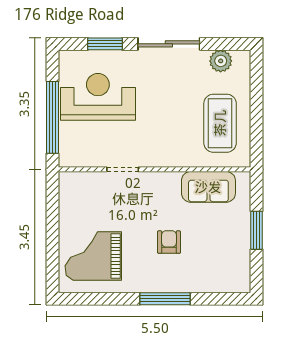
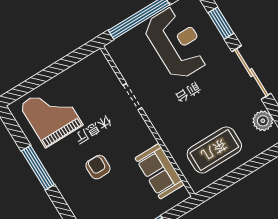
armchair: (169, 242) -> (98, 167), turned -90
window: (165, 299) -> (38, 168), moved

